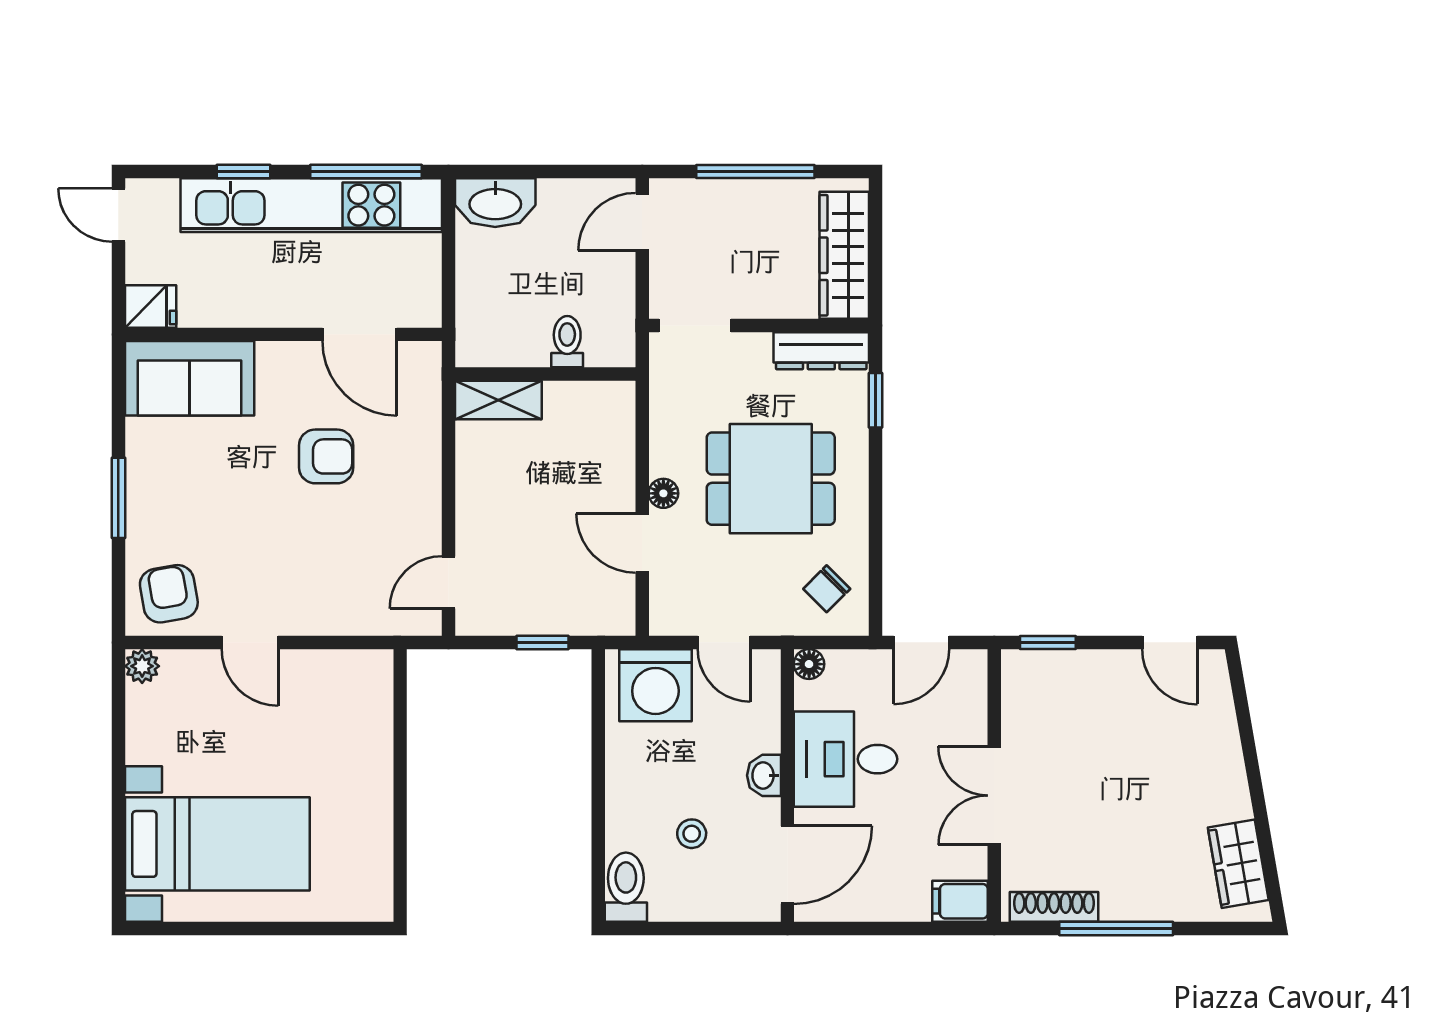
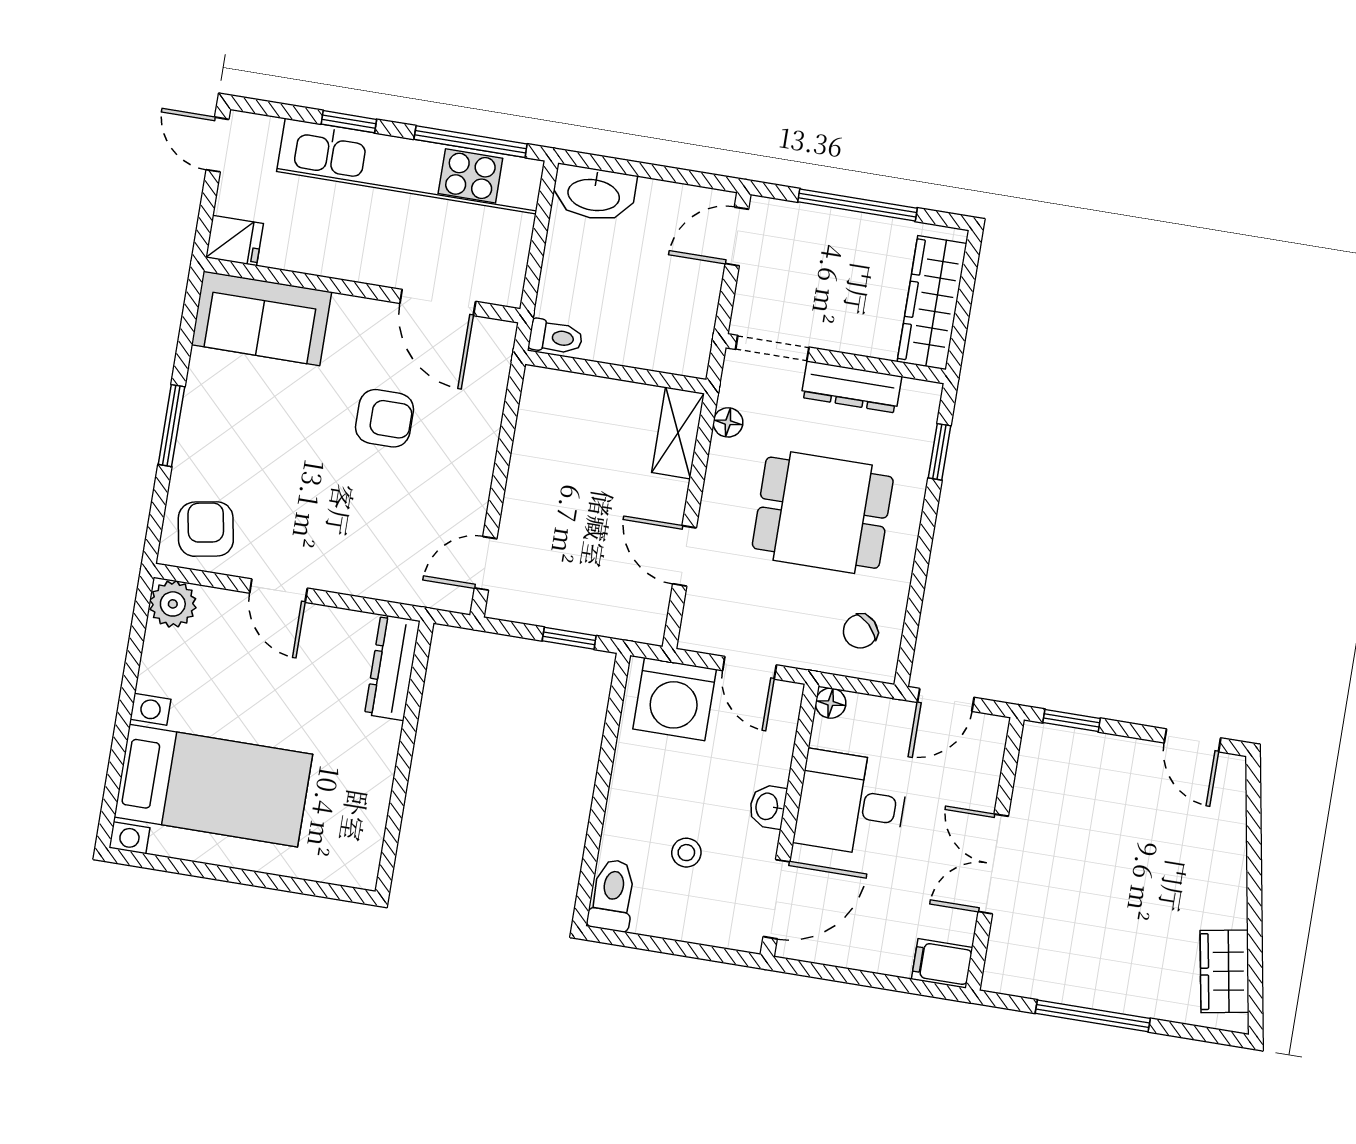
toilet: (567, 342) -> (556, 337), moved, turned 90
dresser: (821, 351) -> (851, 387), moved
shelving: (498, 400) -> (678, 433), moved, turned 90
floor lamp: (663, 493) -> (728, 422), moved
plant: (142, 666) -> (173, 604), width x1.38, depth x1.38
dresser: (374, 699) -> (392, 668), added
shoe rack: (1054, 907) -> (1035, 984), removed

